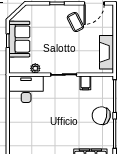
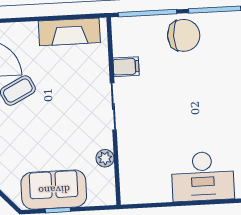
desk: (26, 89) -> (203, 176), moved, turned -90
chair: (101, 116) -> (184, 35), turned -102

